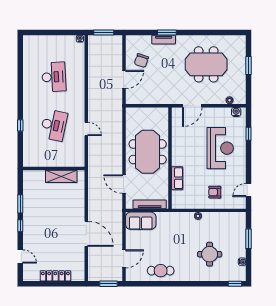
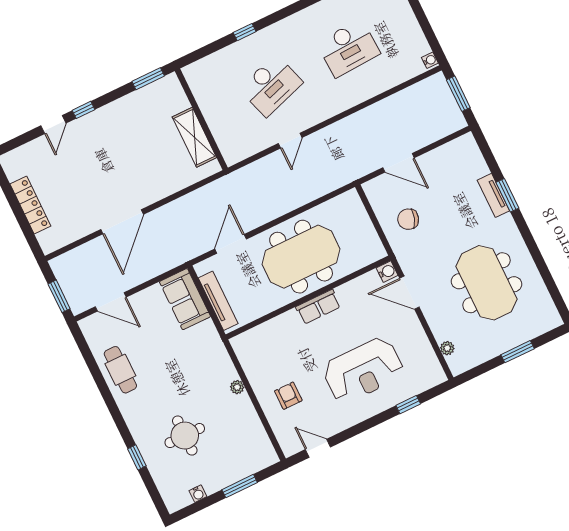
chair: (141, 61) -> (408, 219), moved
water cooler: (236, 112) -> (387, 272), moved
desk: (54, 125) -> (271, 86), turned -30
row of seats: (177, 178) -> (318, 307), moved
window: (20, 204) -> (148, 79), moved
door: (20, 256) -> (53, 124), moved
window: (235, 284) -> (137, 457), moved

